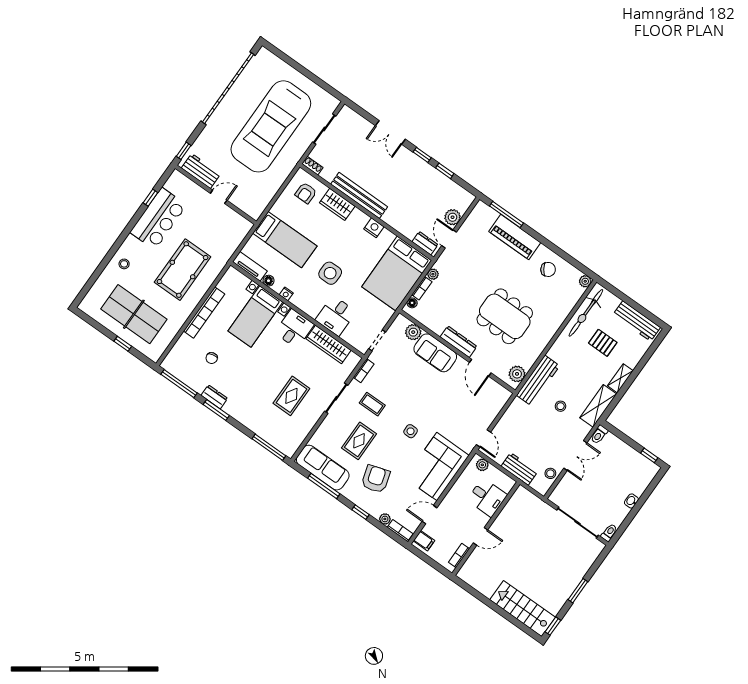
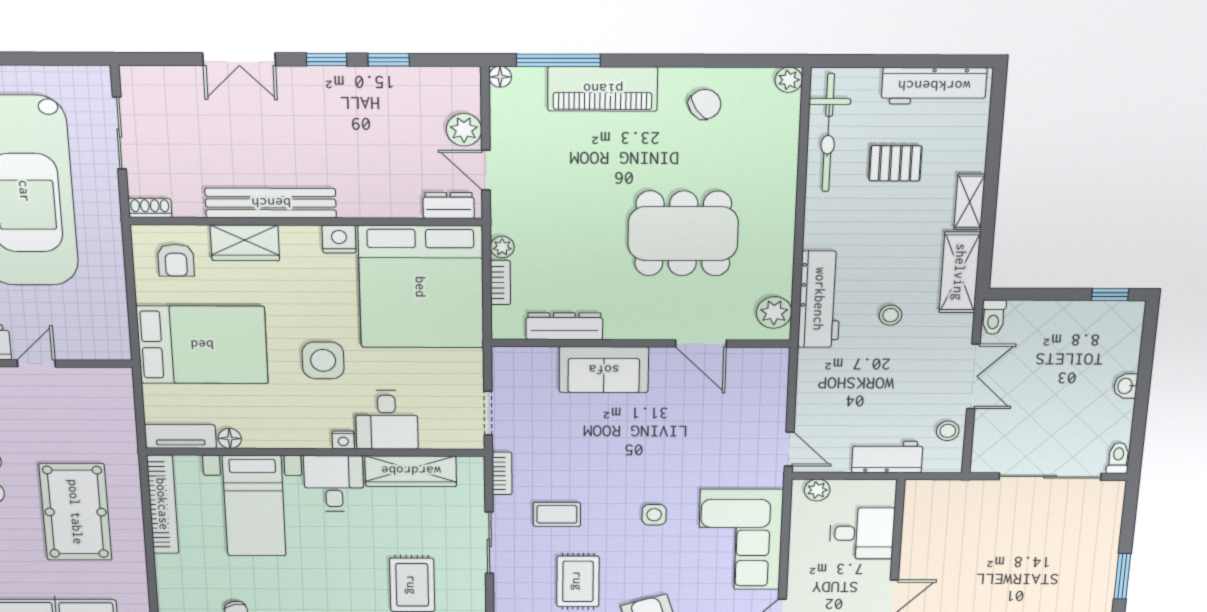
bed: (285, 240) -> (202, 345), width x1.50
bed: (397, 274) -> (421, 287), width x1.36
nightstand: (286, 294) -> (343, 440), moved
floor lamp: (412, 303) -> (500, 77), moved
bookcase: (204, 313) -> (163, 504), moved
plant: (413, 332) -> (540, 361), removed
dresser: (459, 342) -> (564, 326), moved

